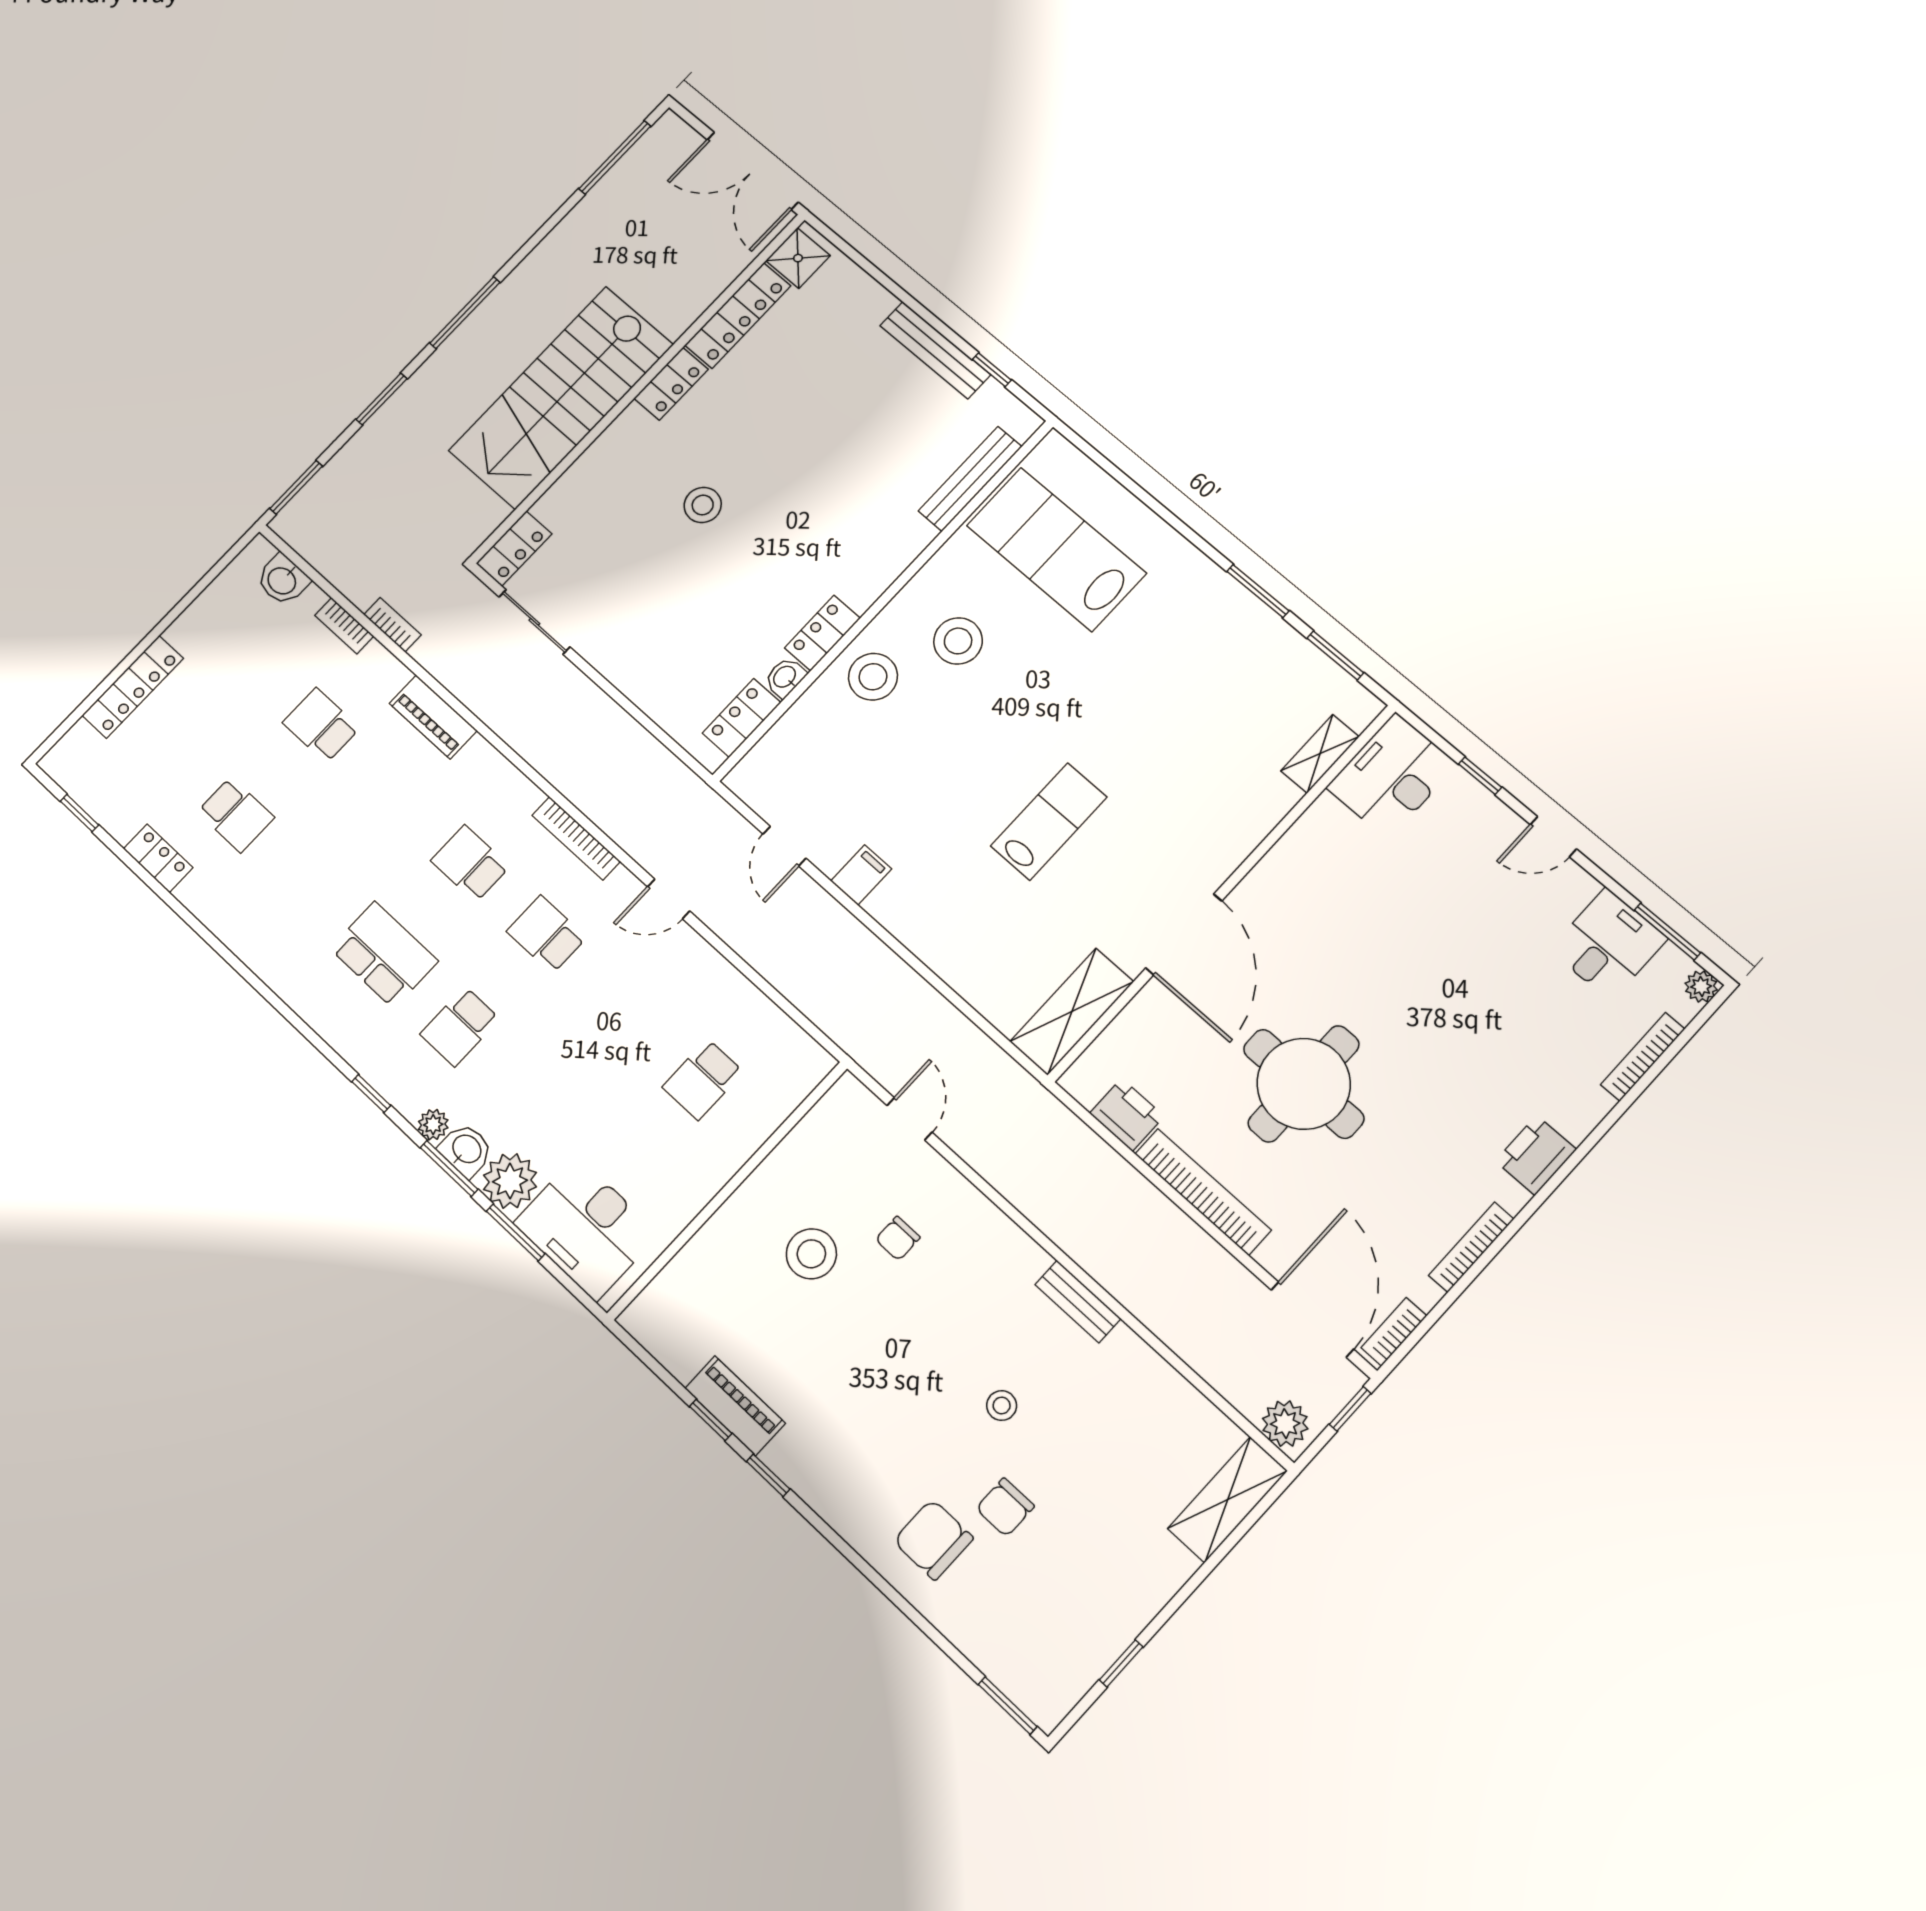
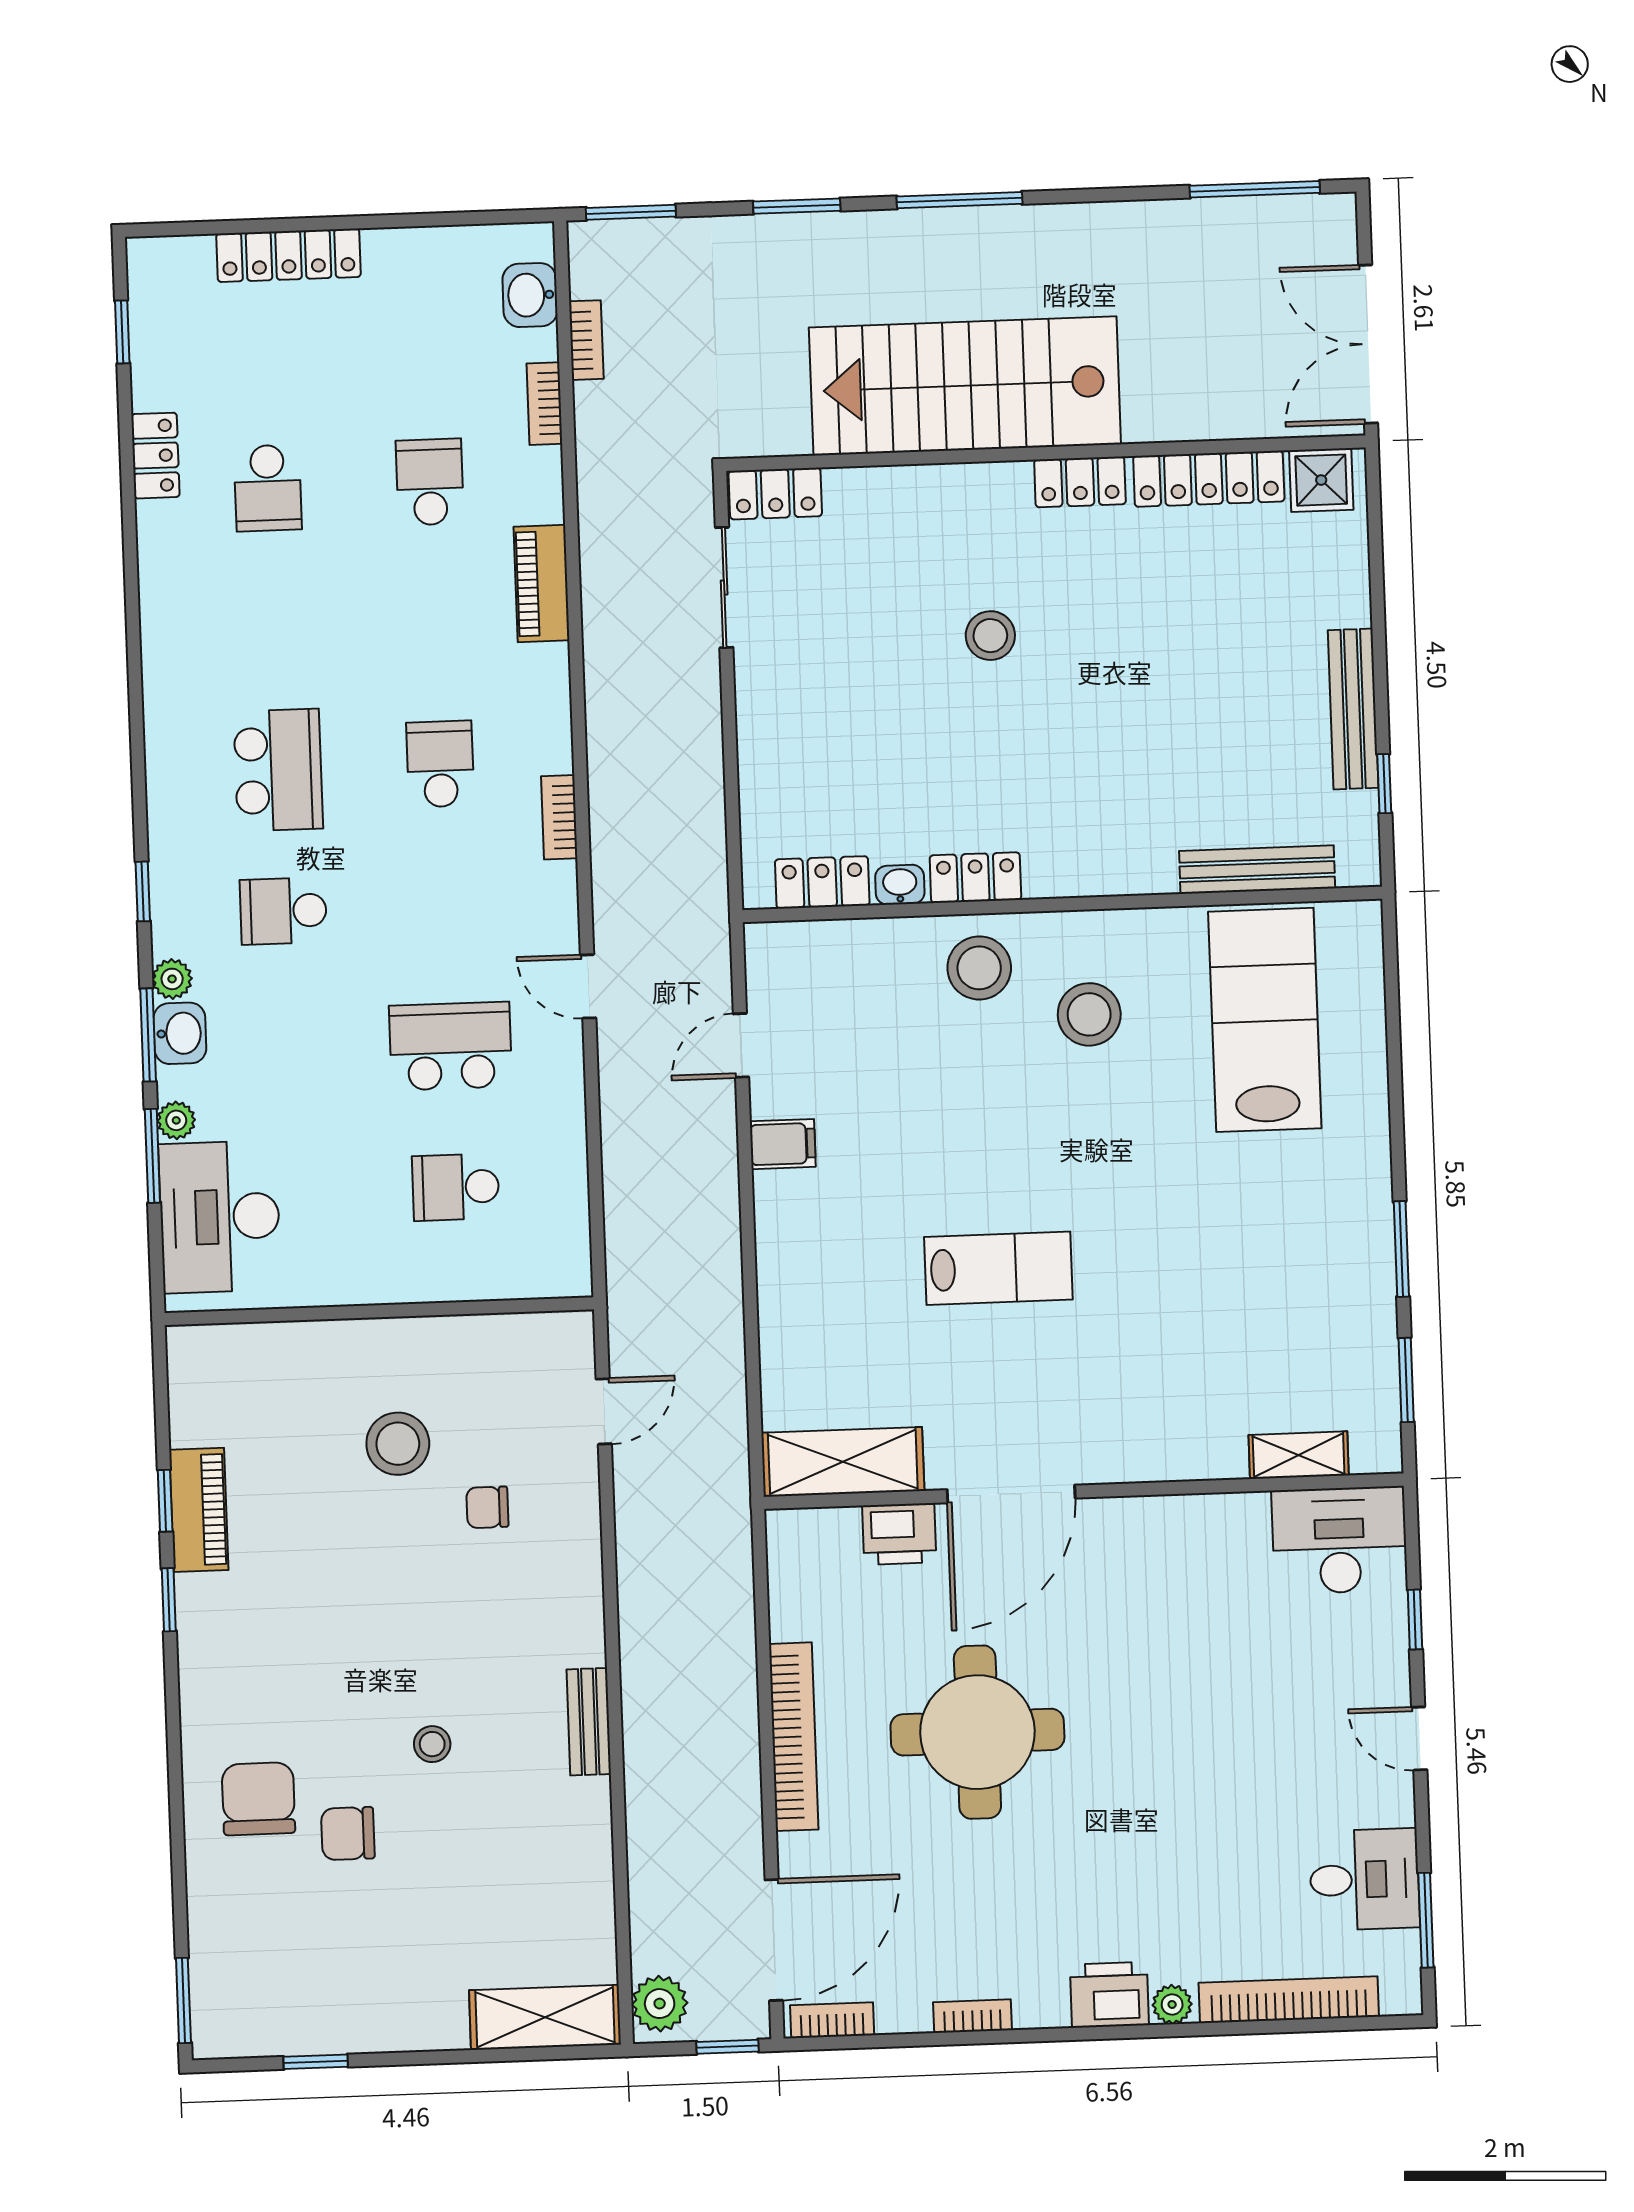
bookcase: (393, 625) -> (586, 340), moved
bookcase: (576, 838) -> (559, 817), width x0.64
school desk: (547, 934) -> (451, 1046), moved, width x1.85
plant: (1701, 987) -> (1172, 2004), moved
bookcase: (1643, 1057) -> (1289, 2000), width x1.48, depth x1.31
printer: (1127, 1115) -> (899, 1534), moved, turned 90
plant: (510, 1181) -> (176, 1120), width x0.53, depth x0.53
bookcase: (1471, 1247) -> (972, 2016), width x0.64

